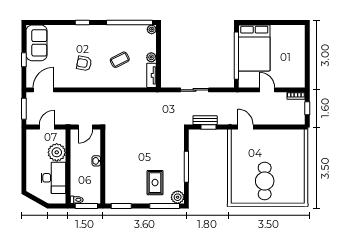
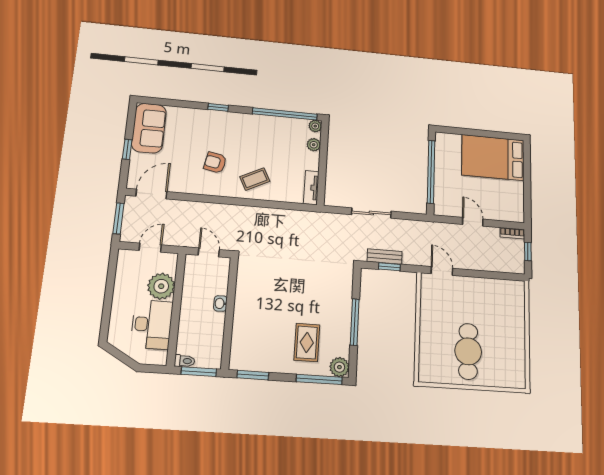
bed: (254, 48) -> (493, 158), moved, turned 90
plant: (151, 57) -> (314, 145), moved
coffee table: (120, 60) -> (255, 179), moved
door: (85, 127) -> (209, 252), swing flipped

